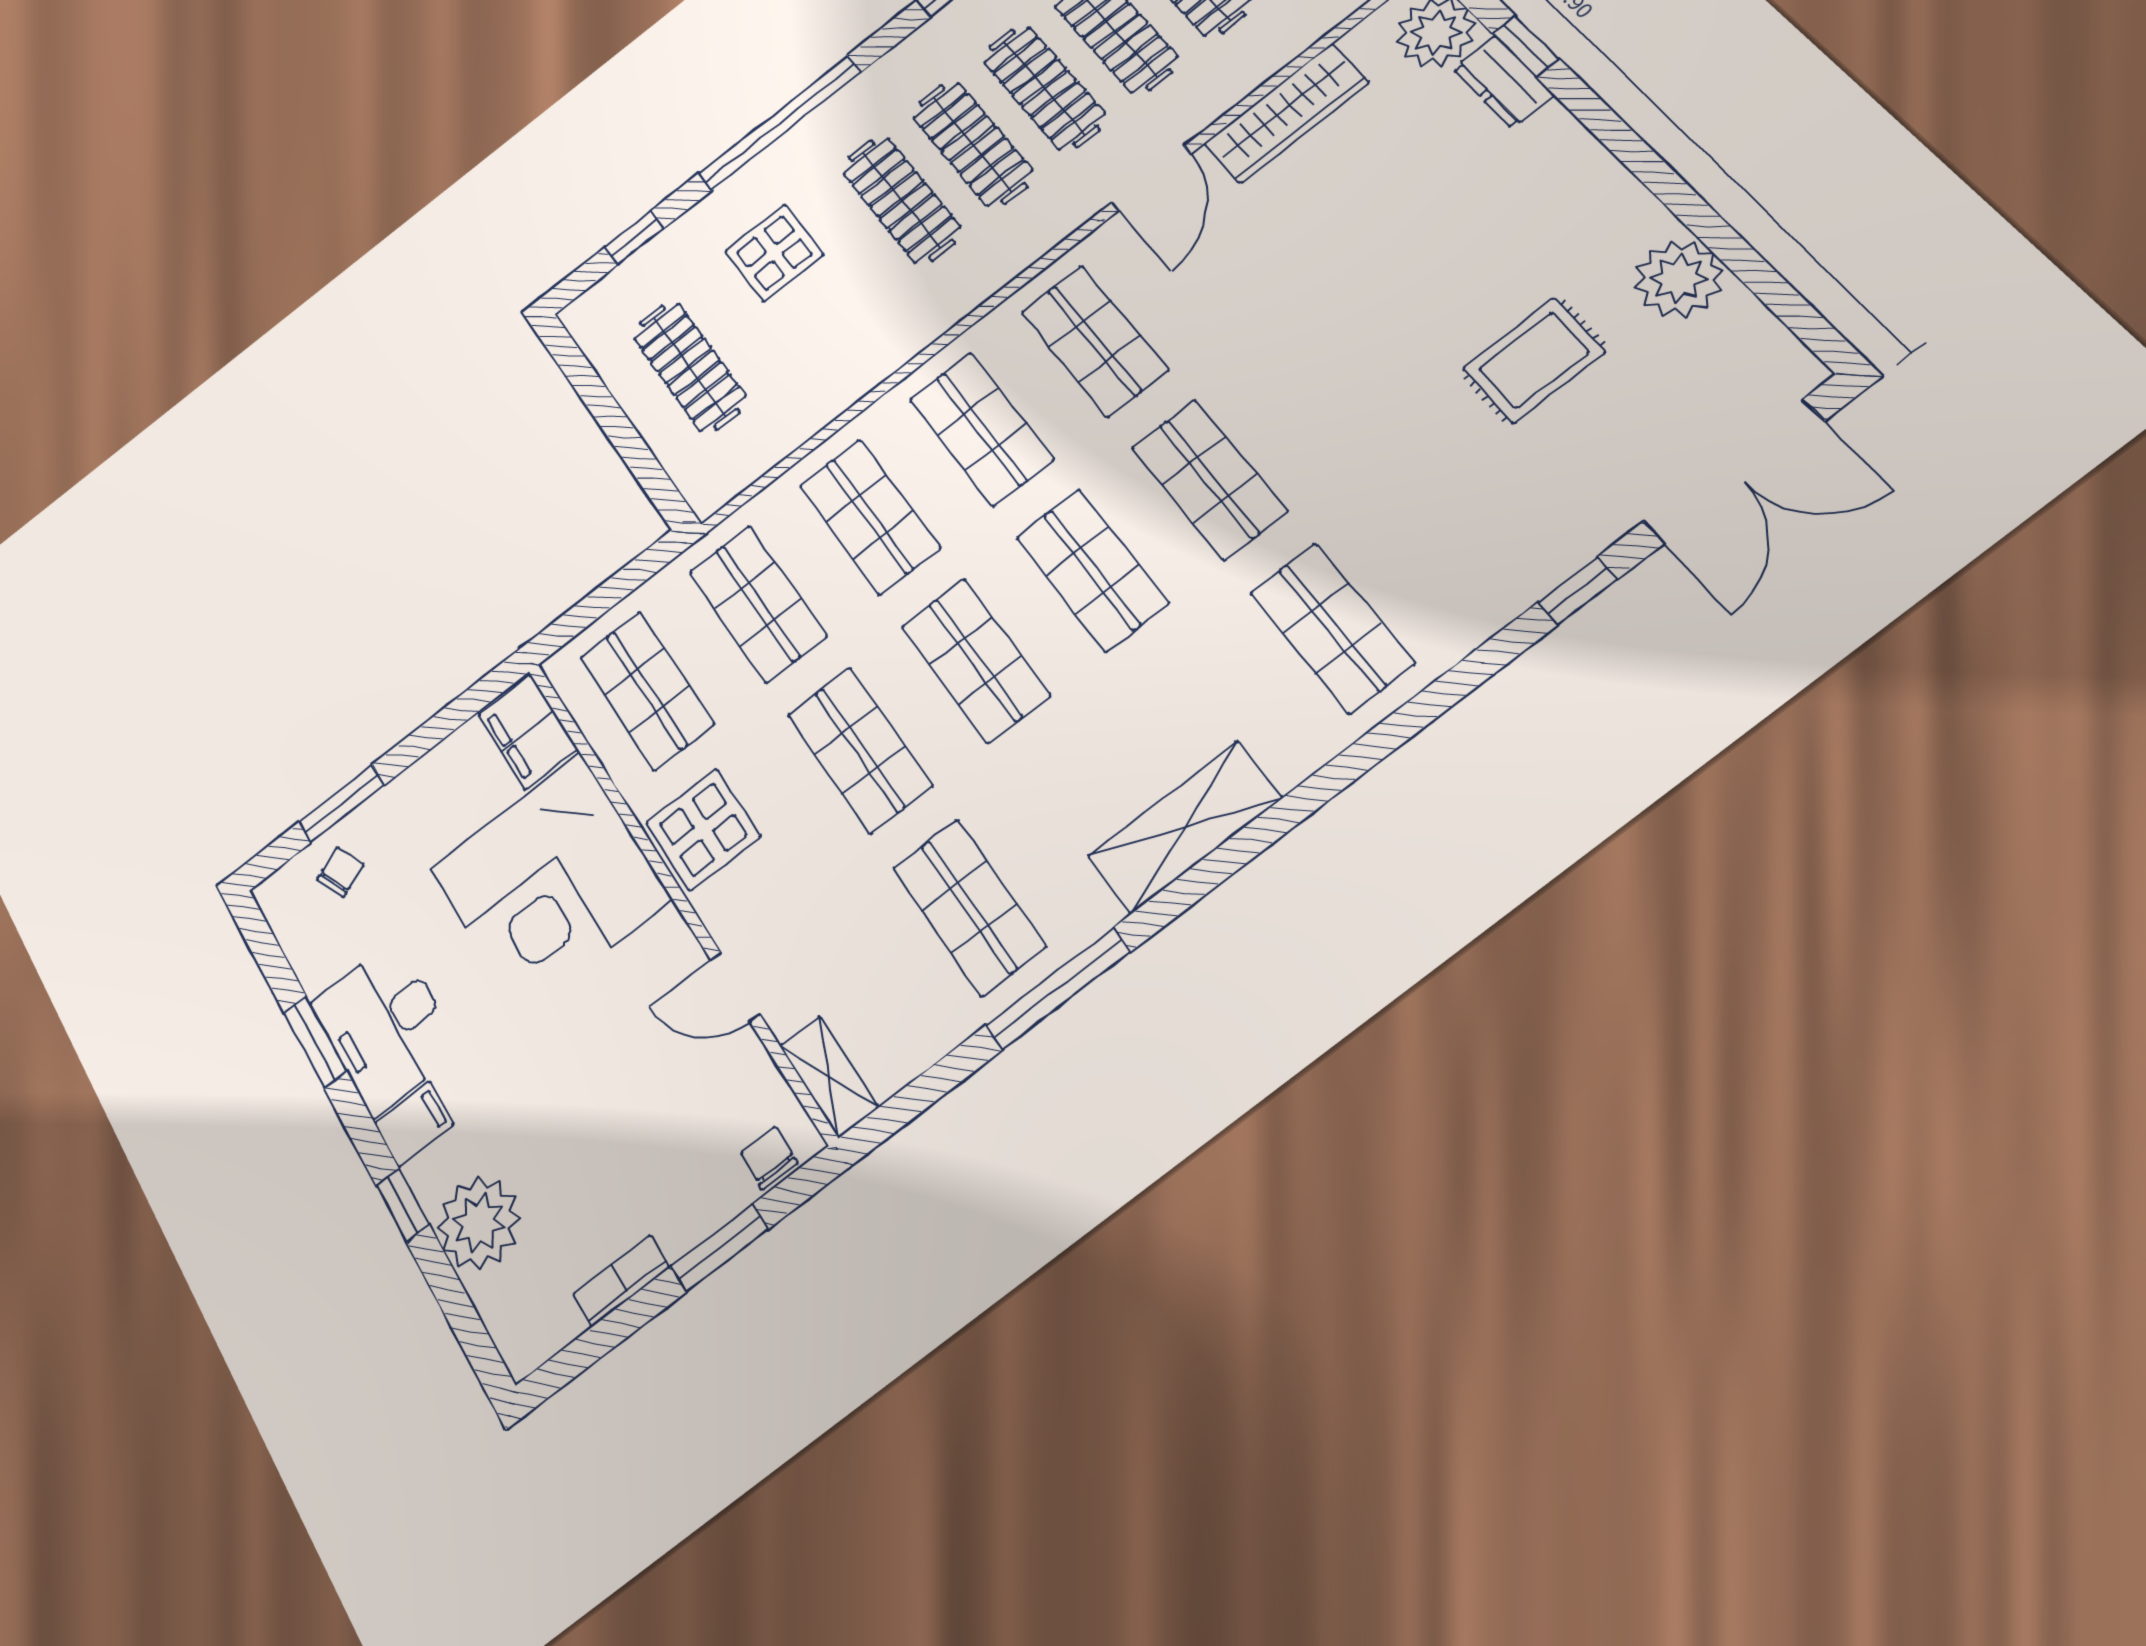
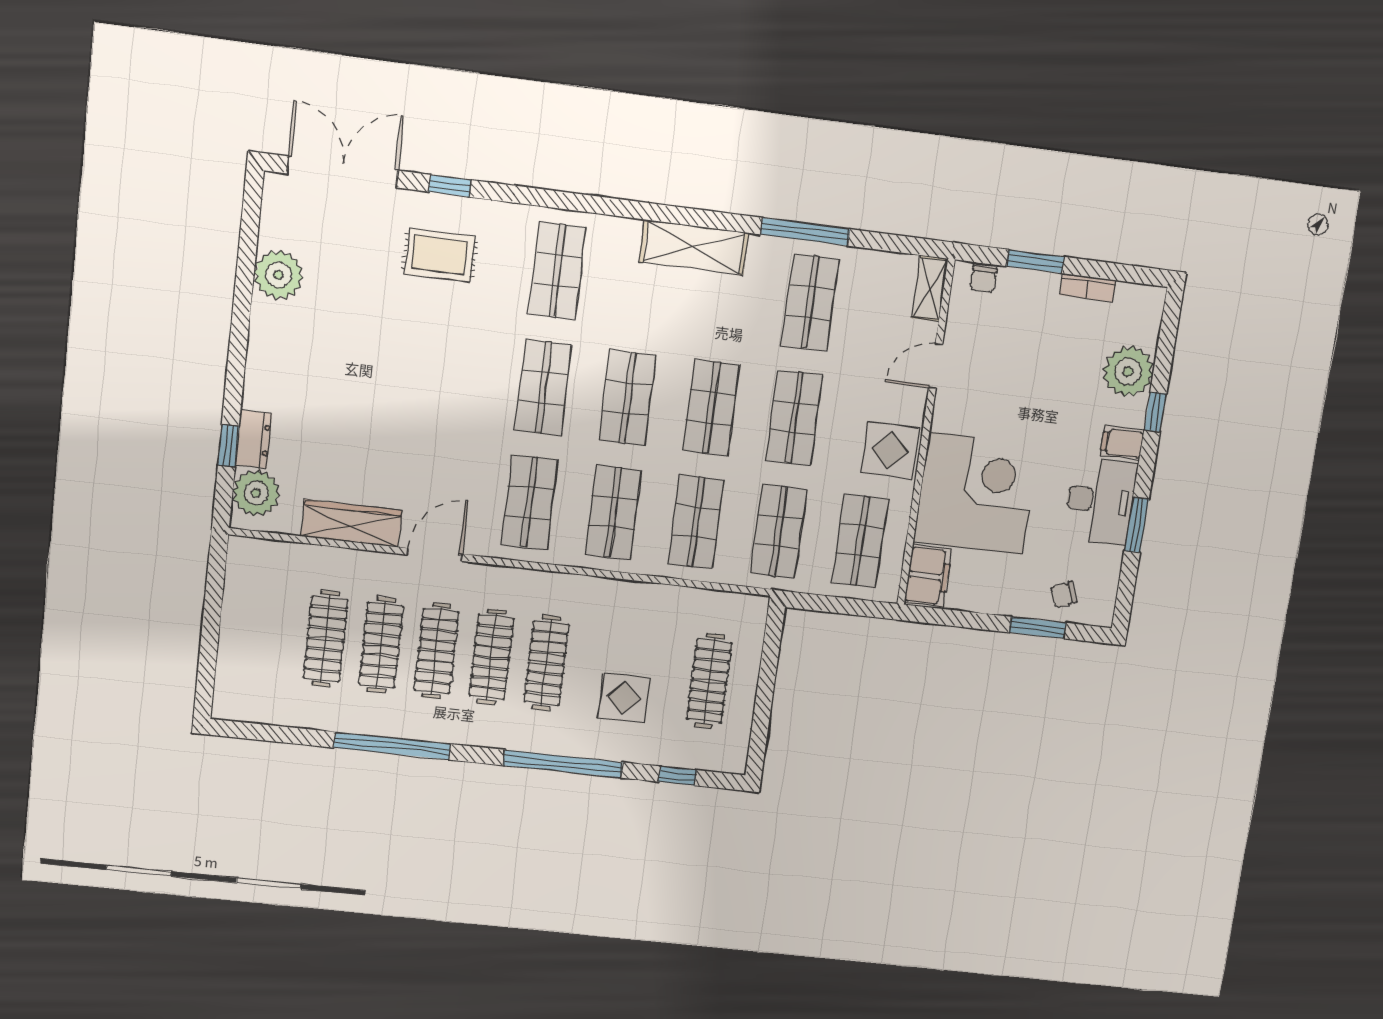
rug: (1534, 360) -> (440, 255), moved
door: (735, 987) -> (936, 366), swing flipped

